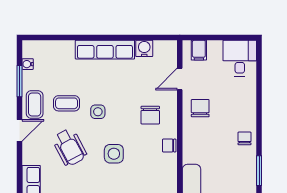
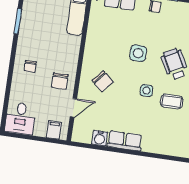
row of seats: (105, 50) -> (125, 141), width x0.68
chair: (150, 115) -> (103, 81), turned 130
chair: (245, 138) -> (30, 66), moved
chair: (169, 145) -> (90, 53), removed

